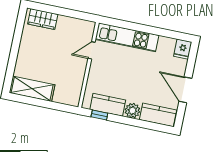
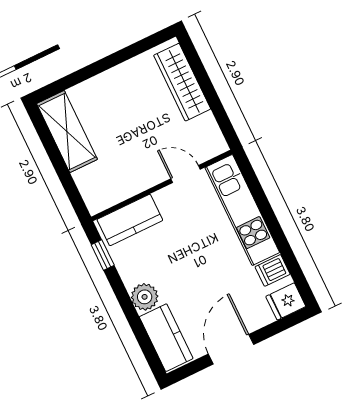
wardrobe: (43, 19) -> (182, 82), width x1.50
dishwasher: (164, 44) -> (273, 270), added
kitchen counter: (108, 105) -> (130, 220), moved, turned 90

